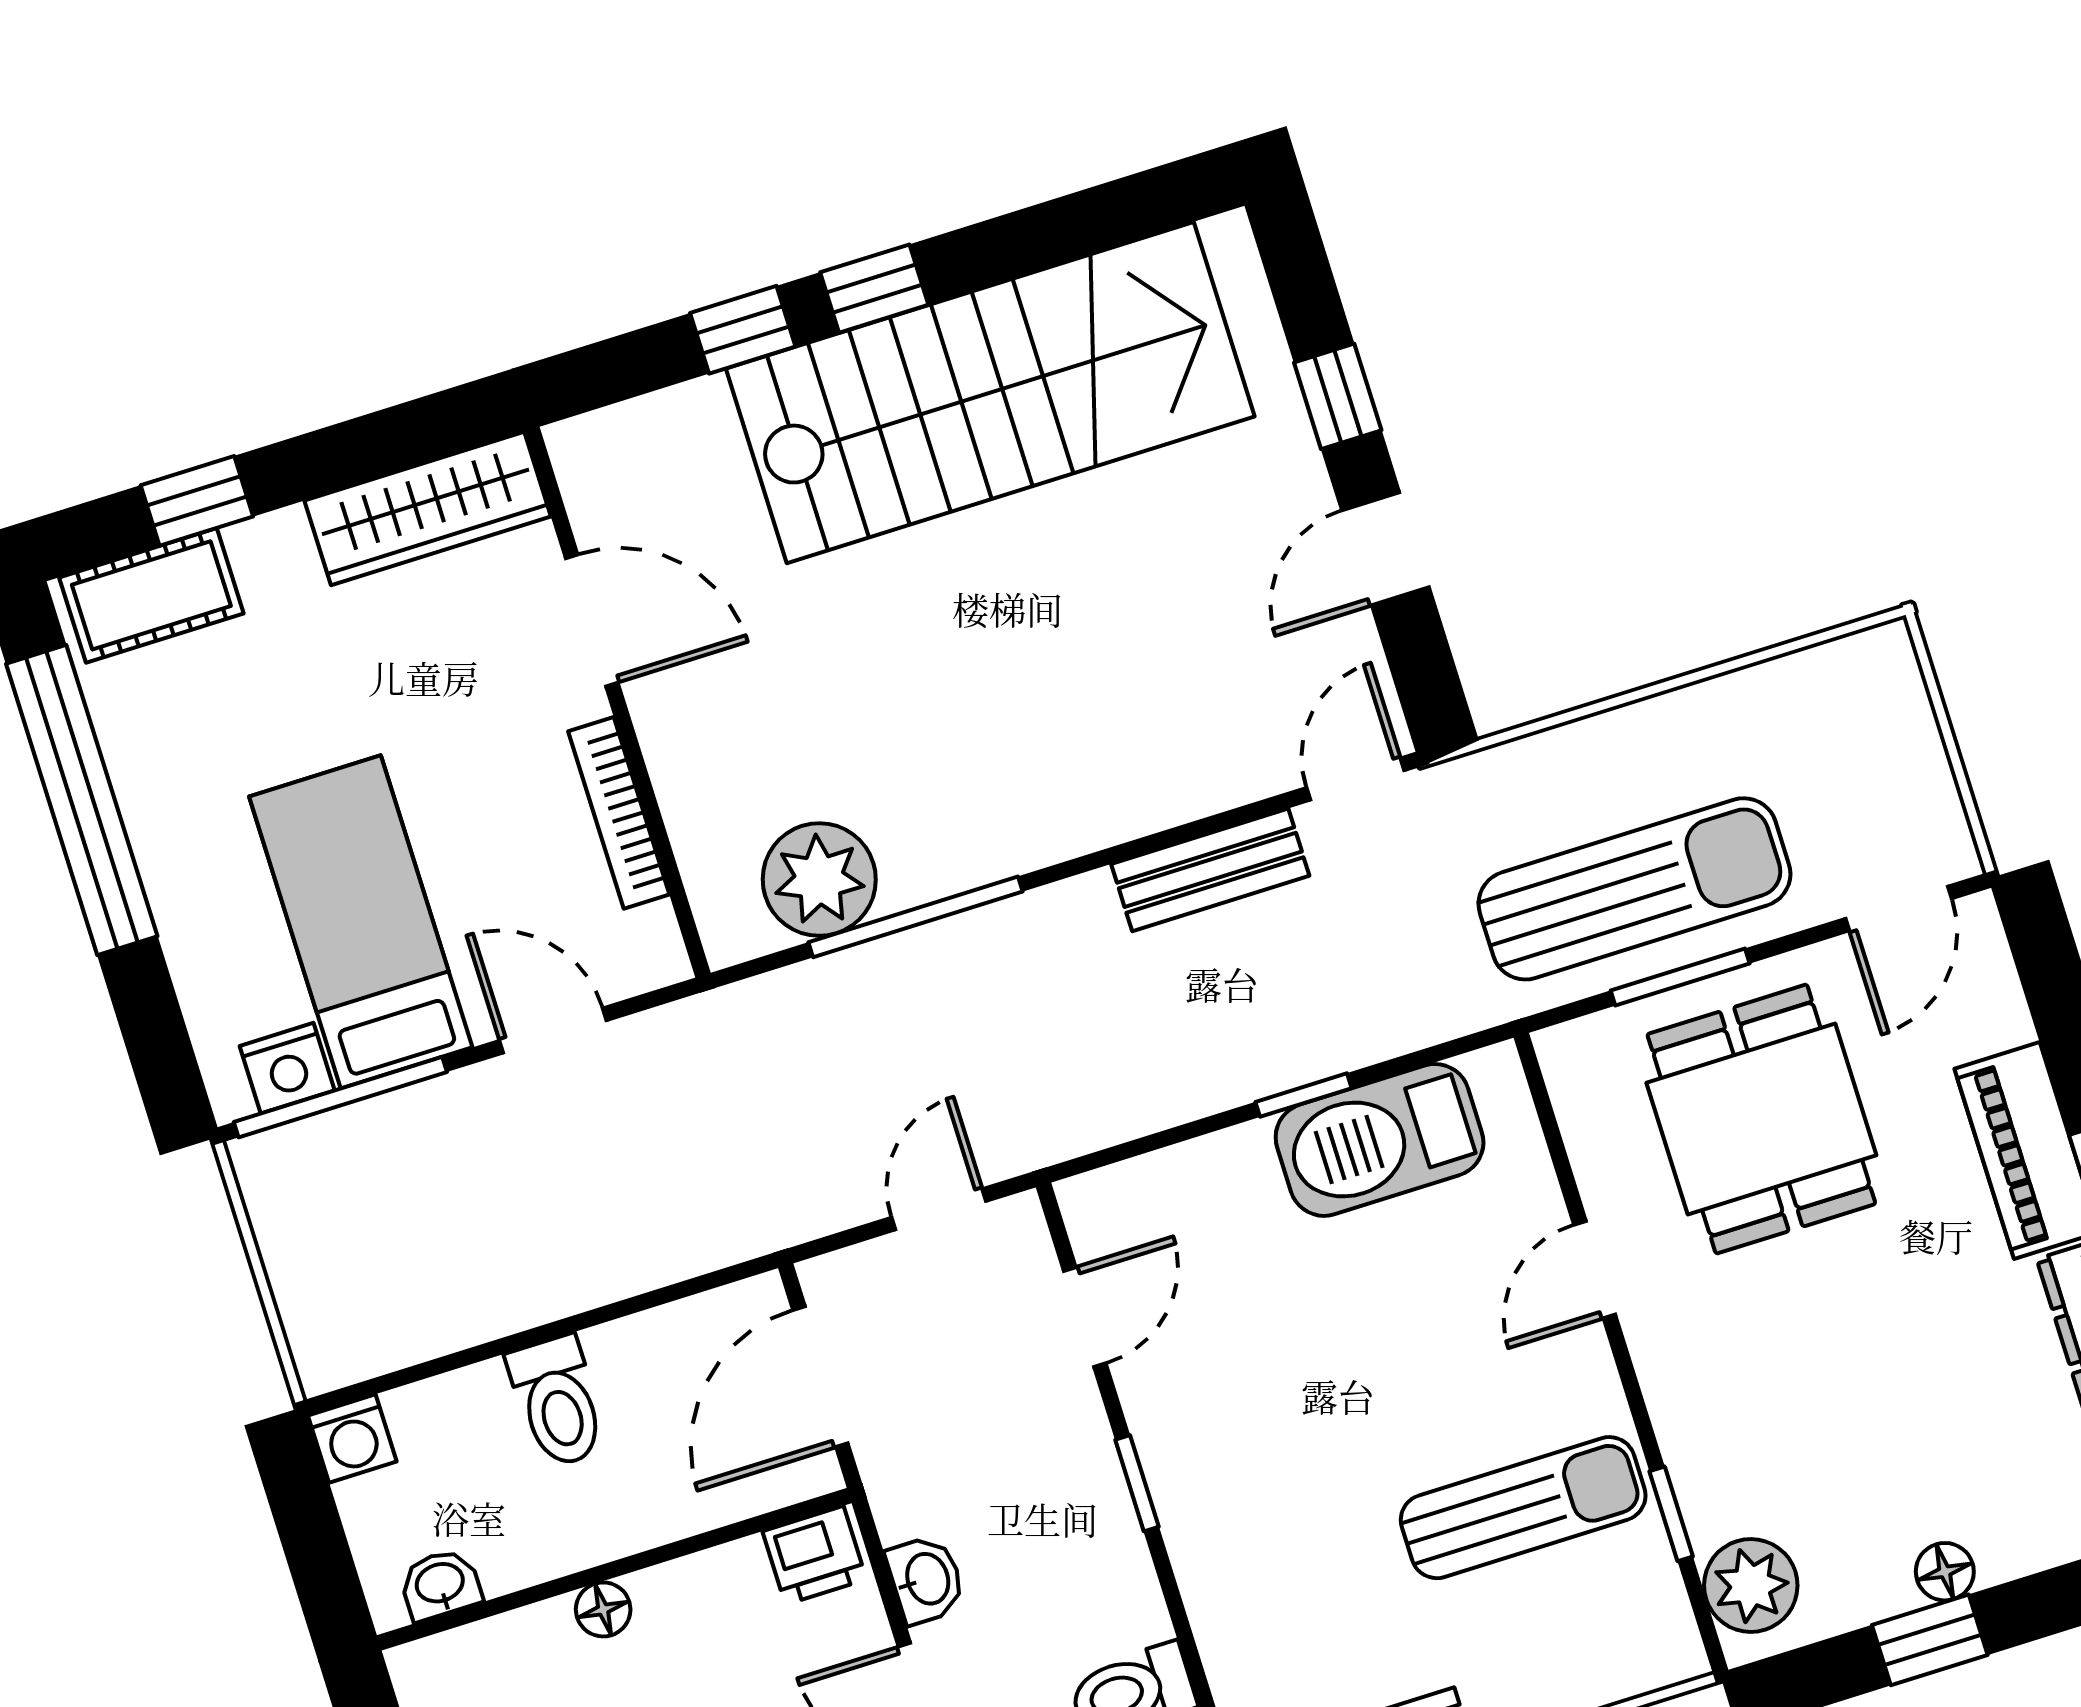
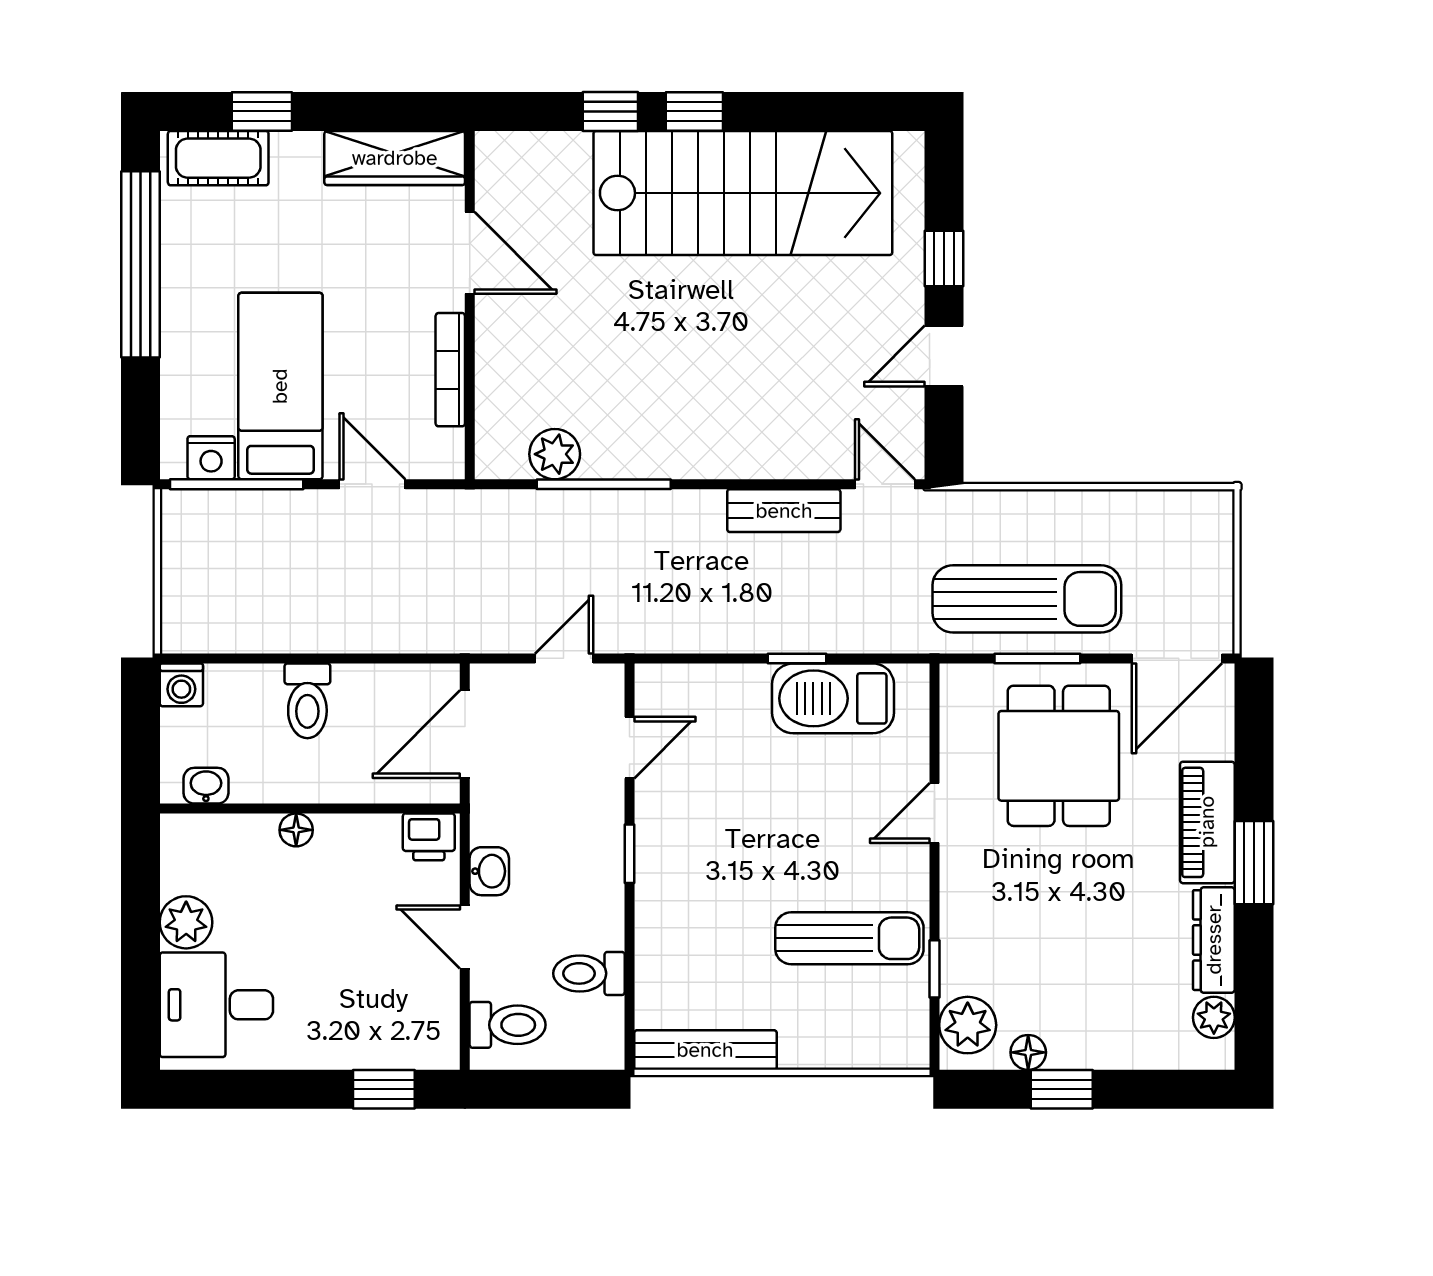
door: (1355, 779) -> (885, 484), hinge flipped
plant: (819, 879) -> (555, 454), width x0.73, depth x0.73
door: (1899, 909) -> (1177, 658), width x1.38
floor lamp: (1945, 1572) -> (1028, 1052), moved

